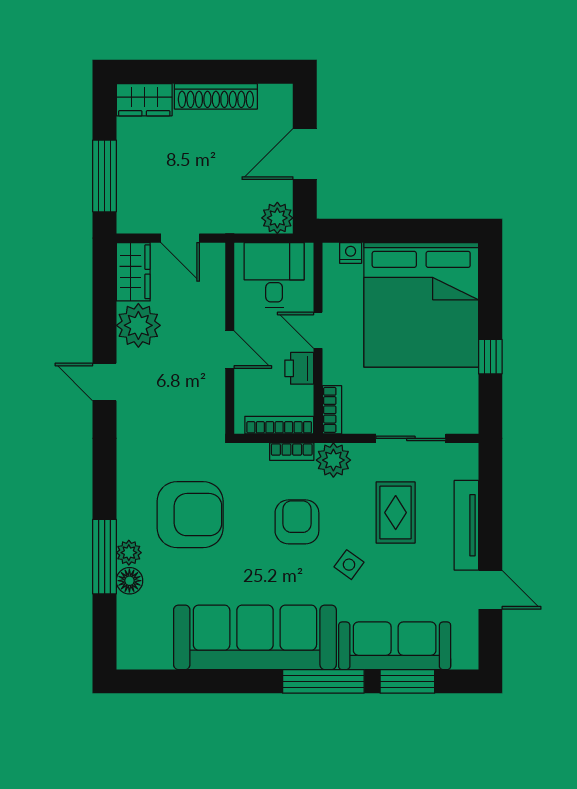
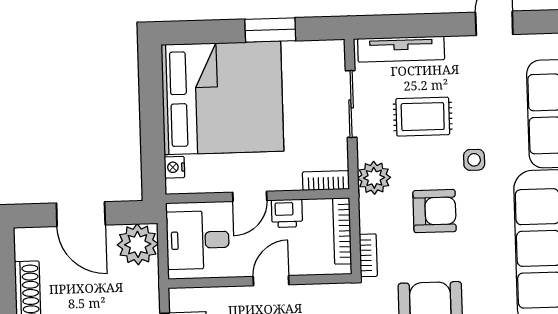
plant: (277, 218) -> (138, 244), width x1.36, depth x1.36
window: (490, 357) -> (270, 30), width x1.50
bookcase: (292, 452) -> (368, 255), moved
armchair: (297, 522) -> (435, 211), turned 180
tv unit: (466, 525) -> (401, 49), moved
side table: (349, 565) -> (474, 160), turned -36

